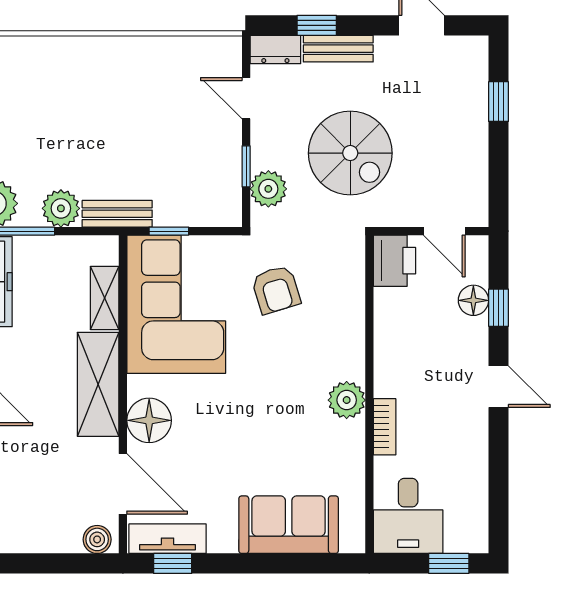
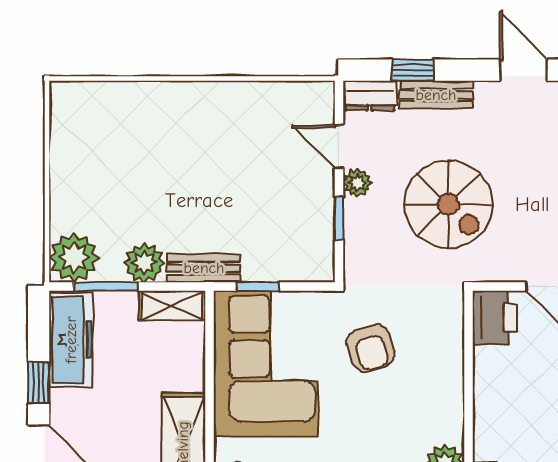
plant: (268, 189) -> (357, 183), moved, width x0.73, depth x0.73
shelving: (105, 298) -> (172, 306), moved, turned 90

